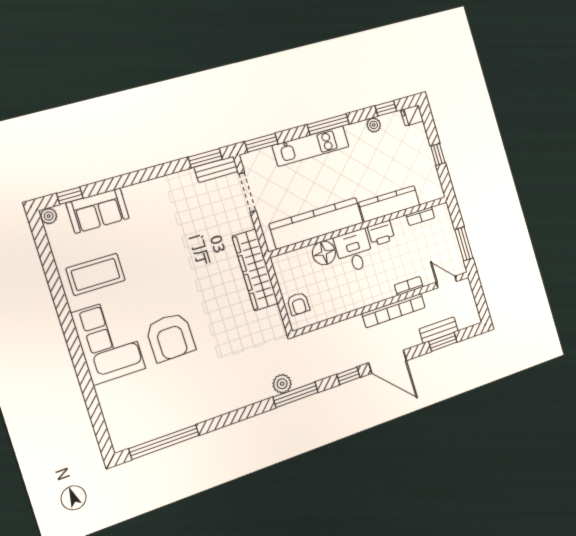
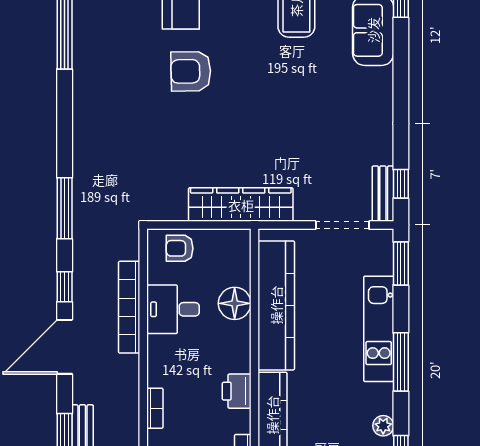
window: (205, 158) -> (401, 184), width x0.67
desk: (354, 251) -> (173, 309), moved, turned 180
bookcase: (394, 311) -> (129, 307), moved
armchair: (170, 337) -> (191, 71), width x0.73, depth x0.73
plant: (282, 384) -> (85, 195), removed

